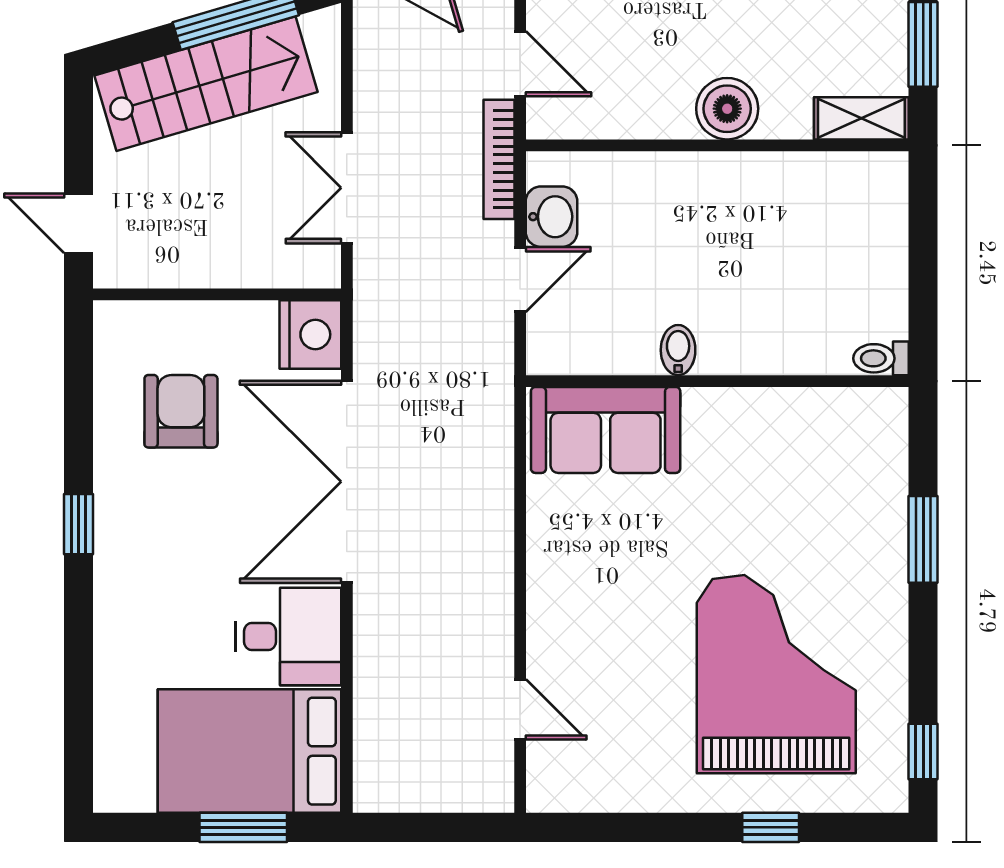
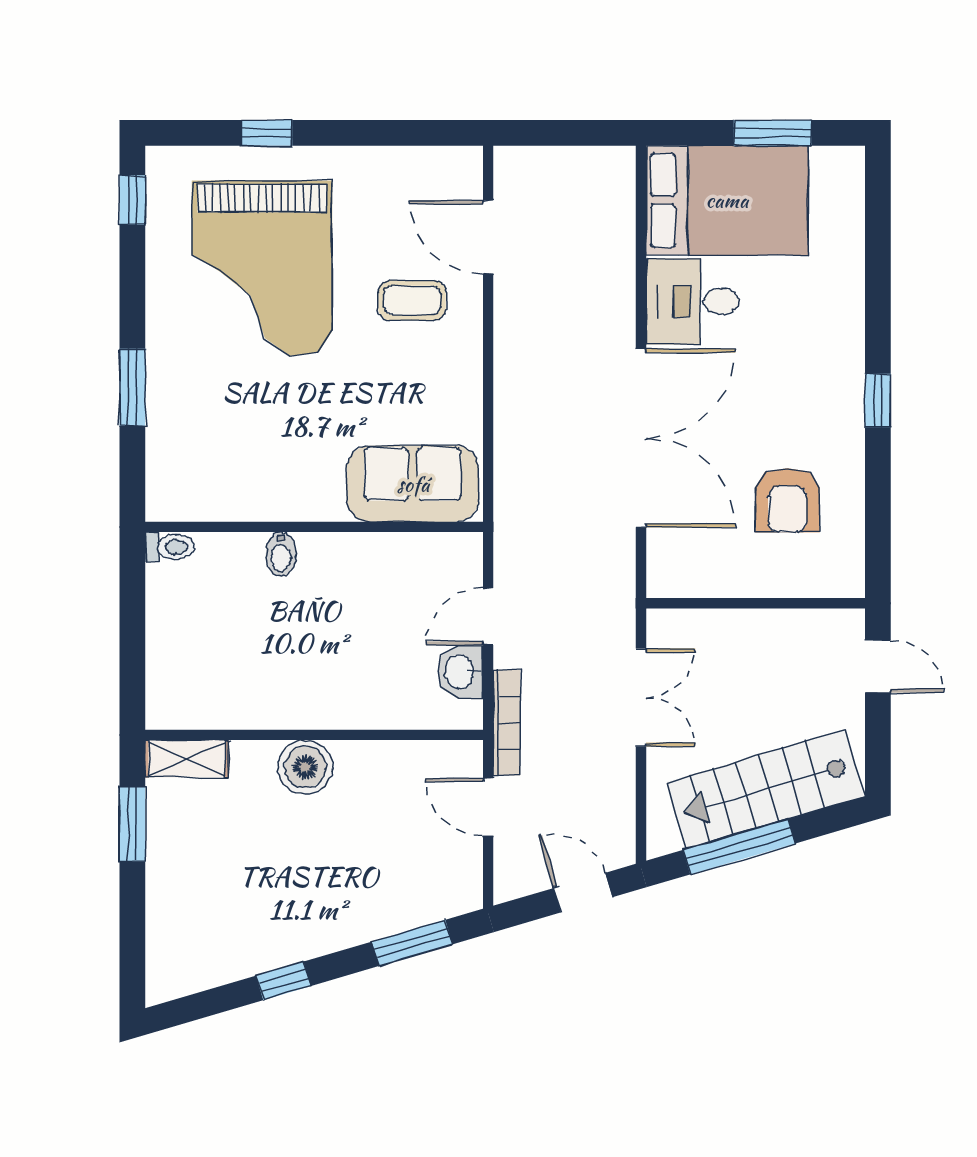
nightstand: (310, 334) -> (673, 568), removed
bidet: (678, 350) -> (281, 554), moved
coffee table: (606, 638) -> (412, 300), added
door: (520, 709) -> (488, 237), width x1.38
window: (243, 827) -> (773, 133), moved

